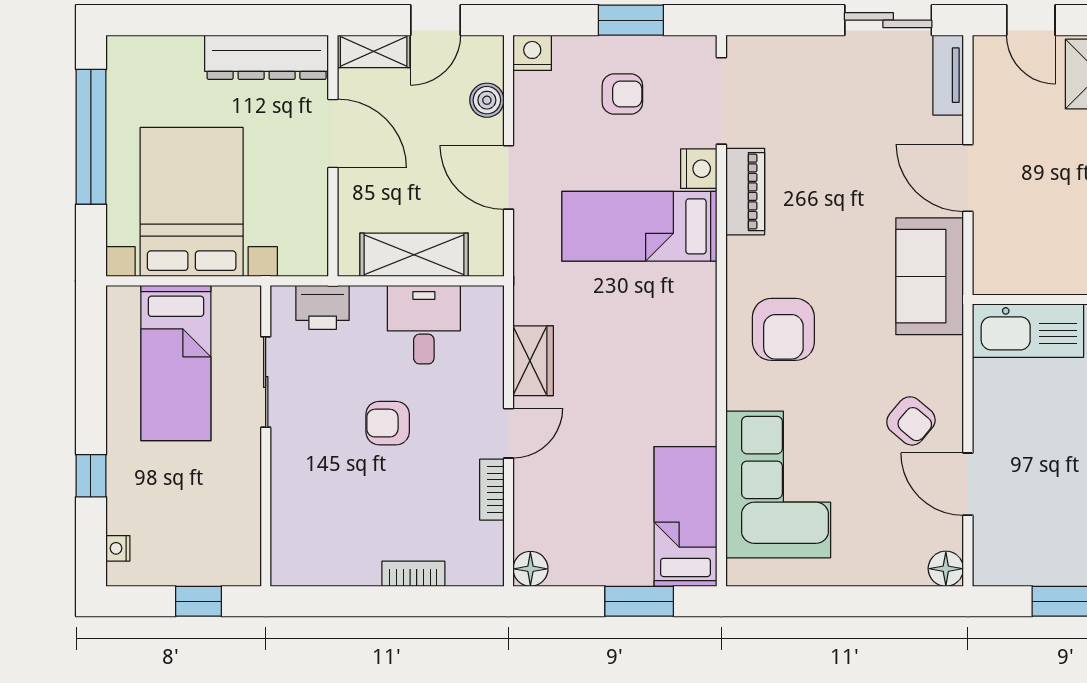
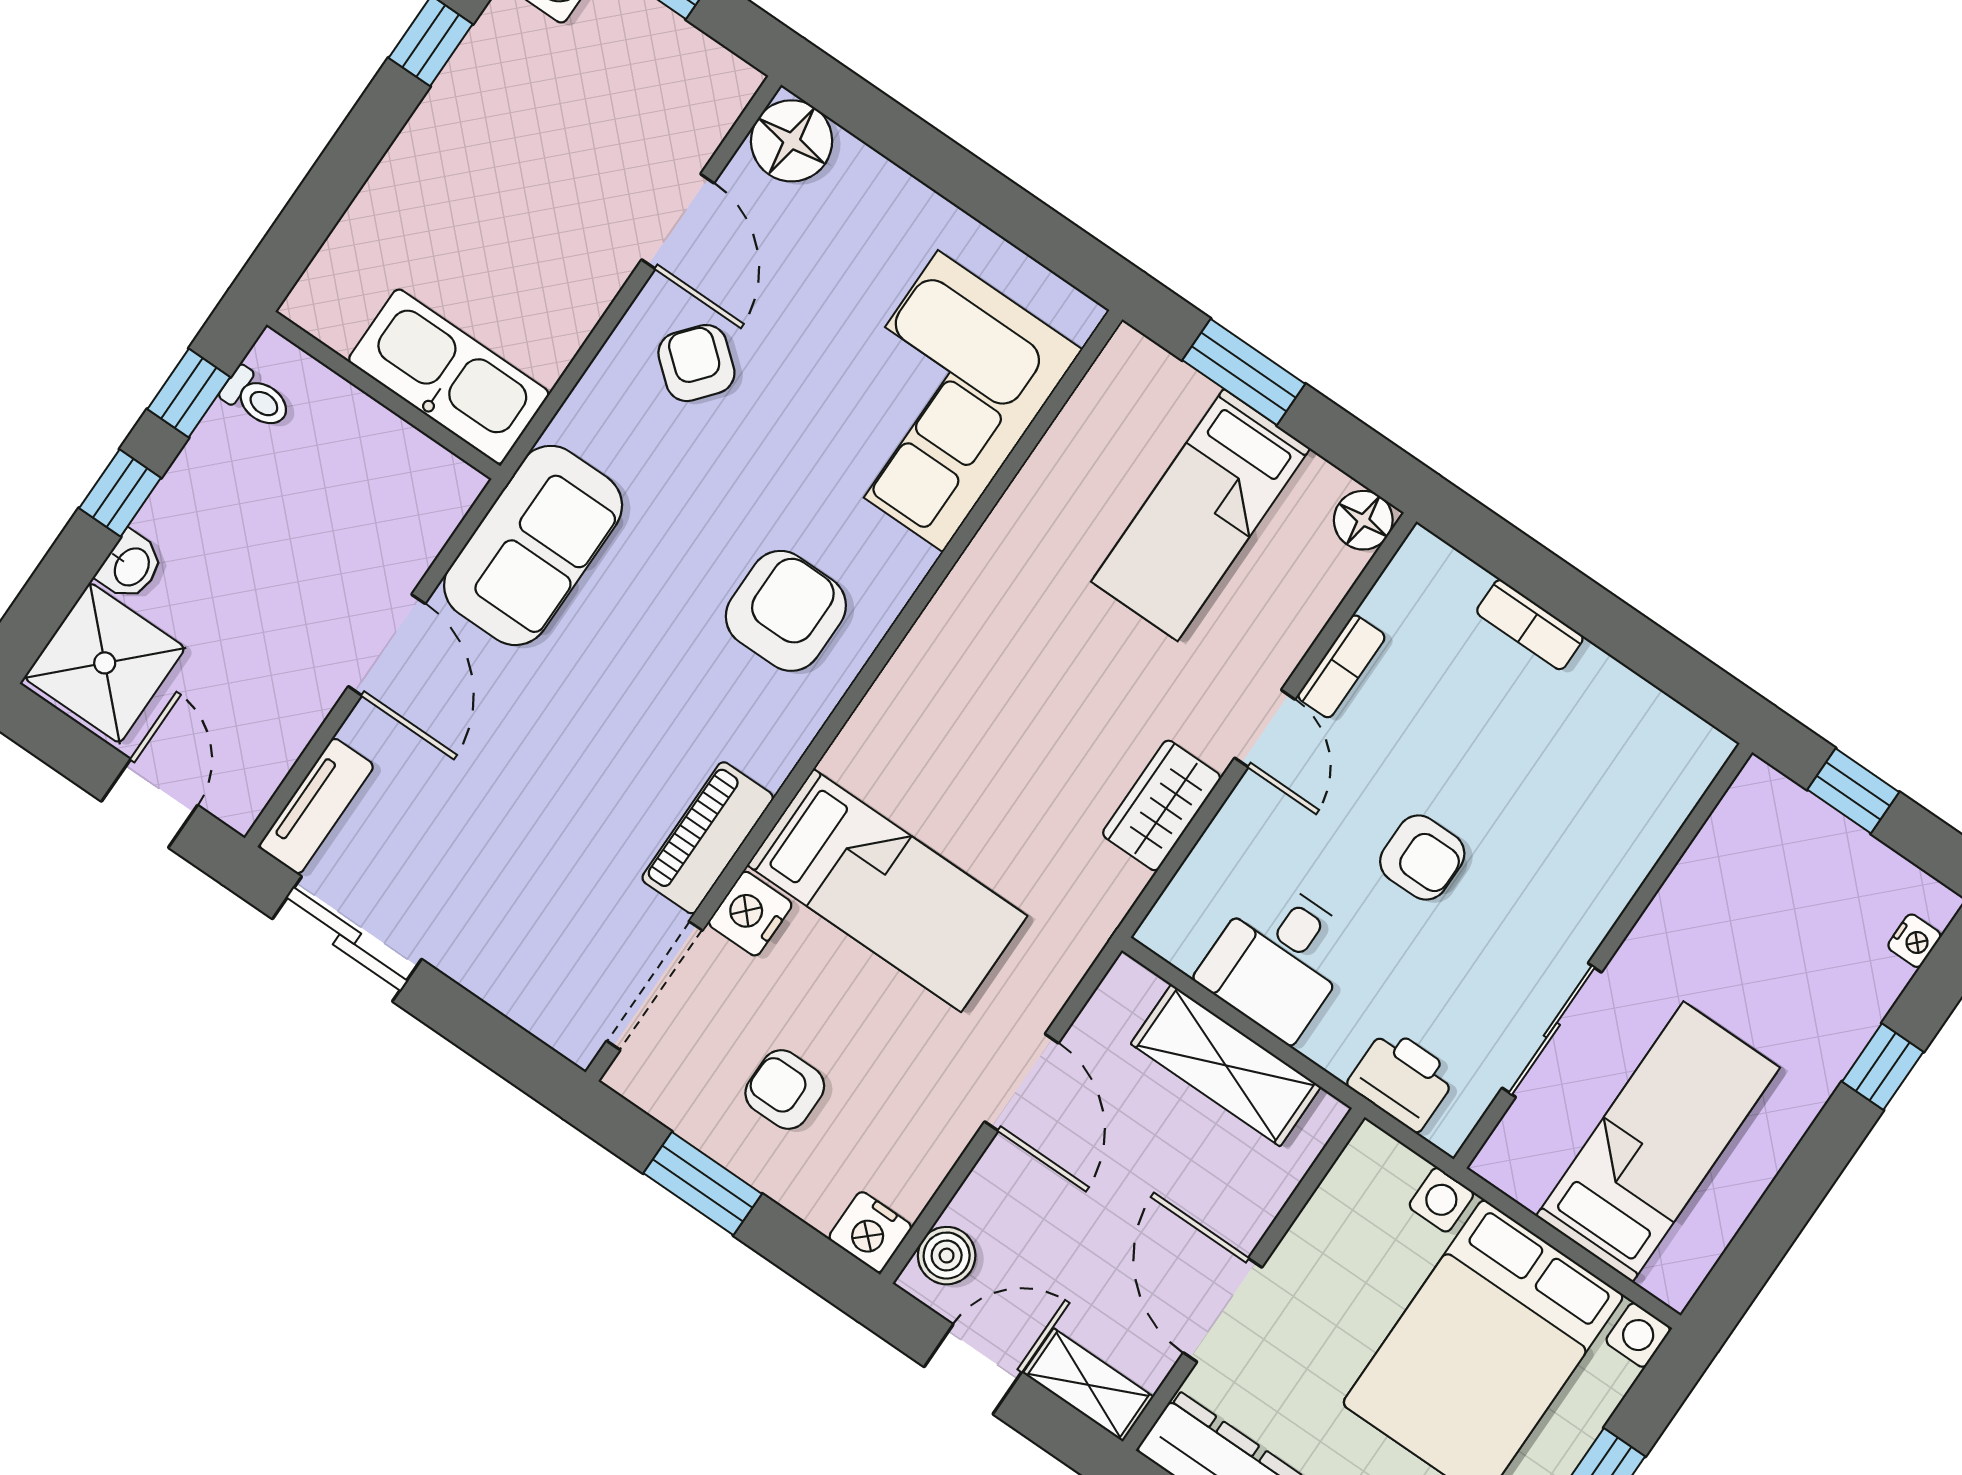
boiler: (487, 100) -> (947, 1256), moved
door: (509, 433) -> (1265, 729), swing flipped
bed: (685, 516) -> (1201, 515), moved
floor lamp: (946, 569) -> (792, 141), width x1.38, depth x1.38

